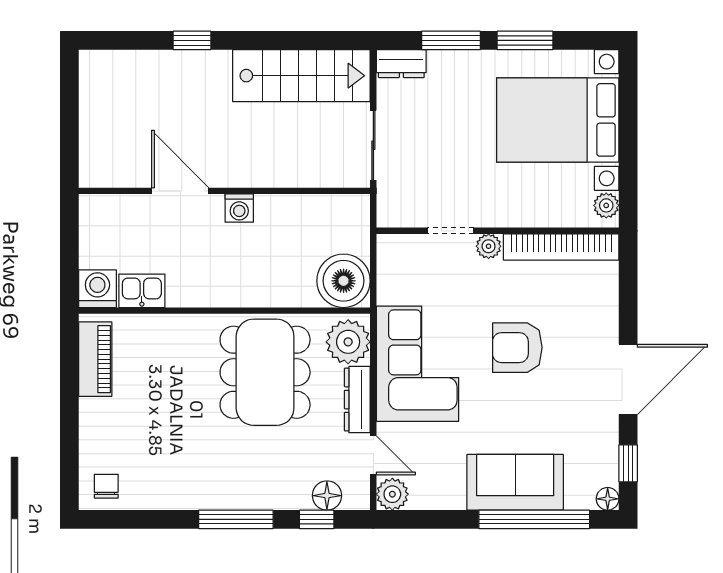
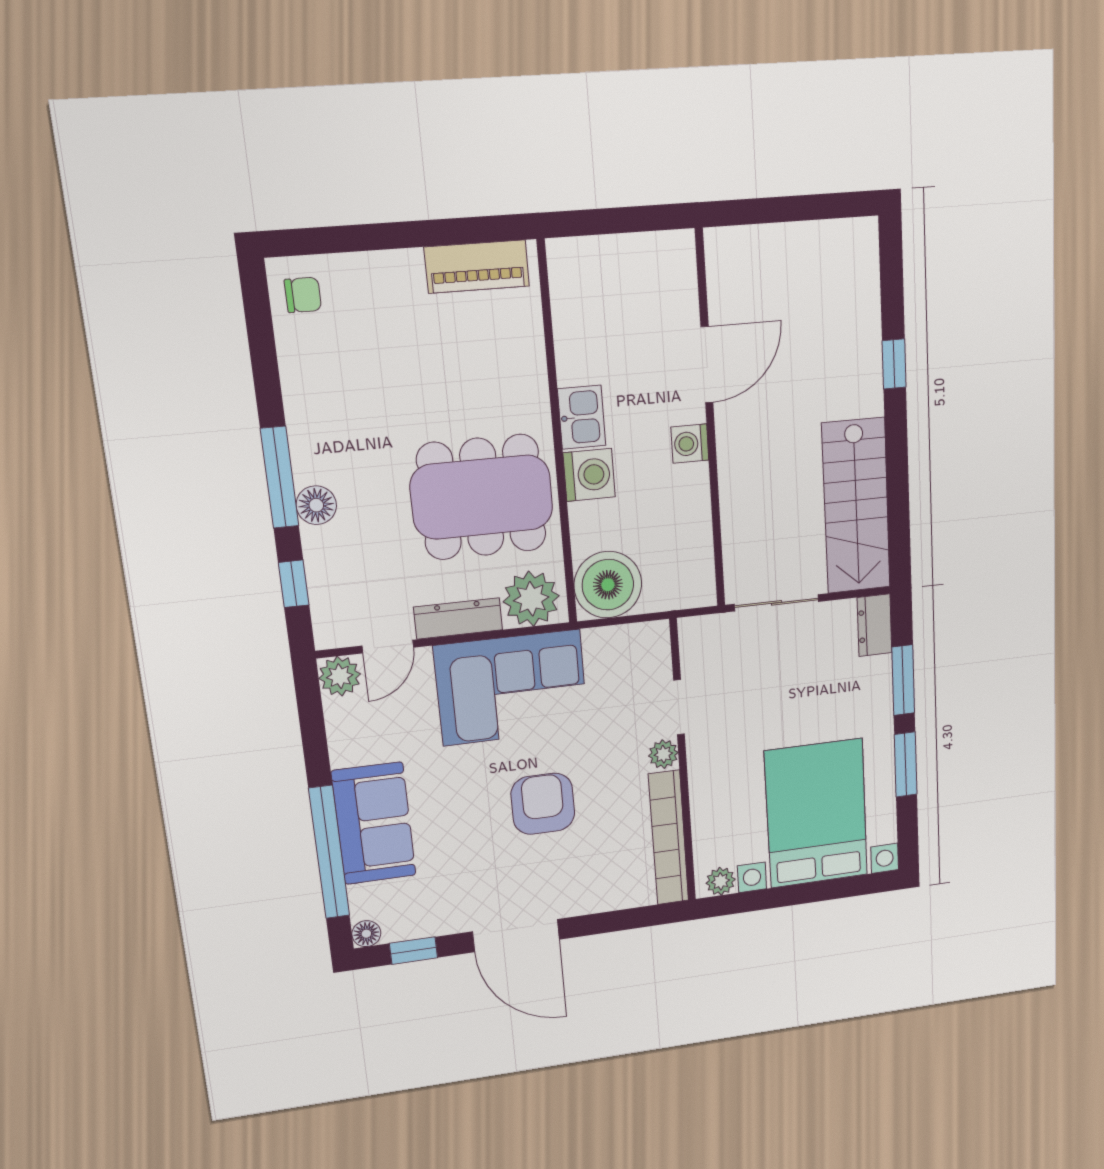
washing machine: (97, 289) -> (589, 475), moved
kitchen sink: (142, 291) -> (582, 417), moved
floor lamp: (327, 496) -> (316, 505), moved

